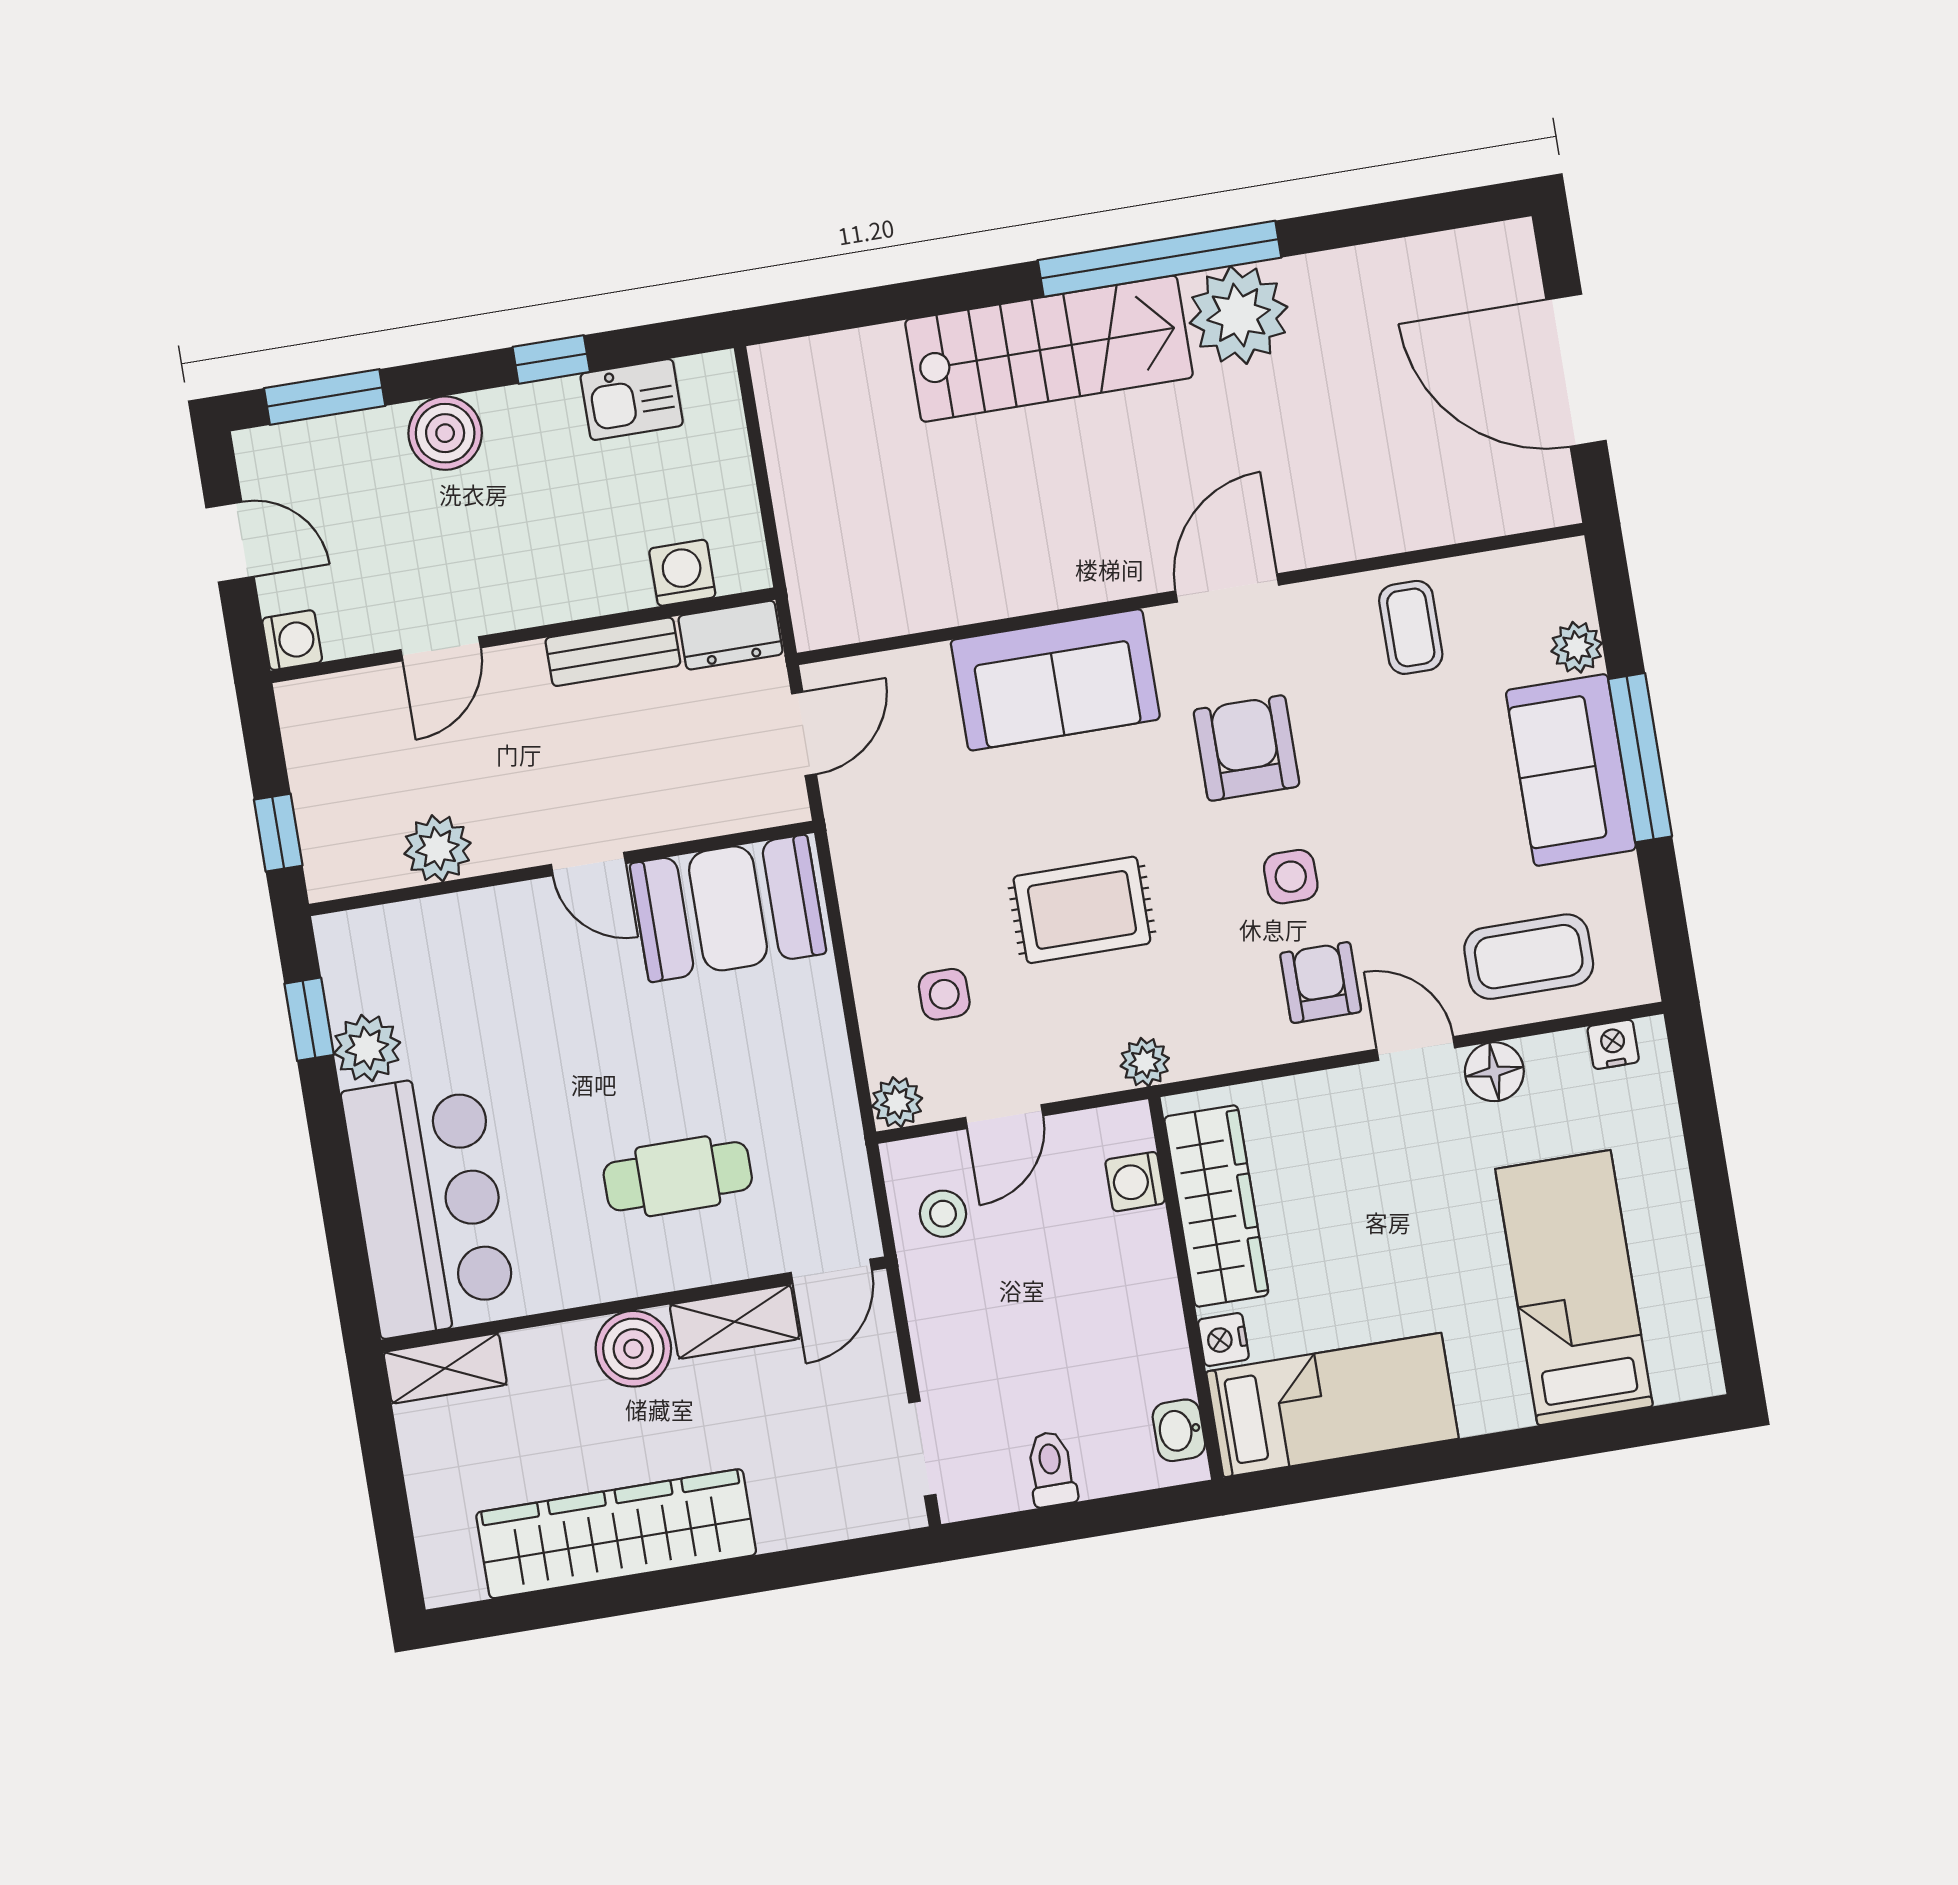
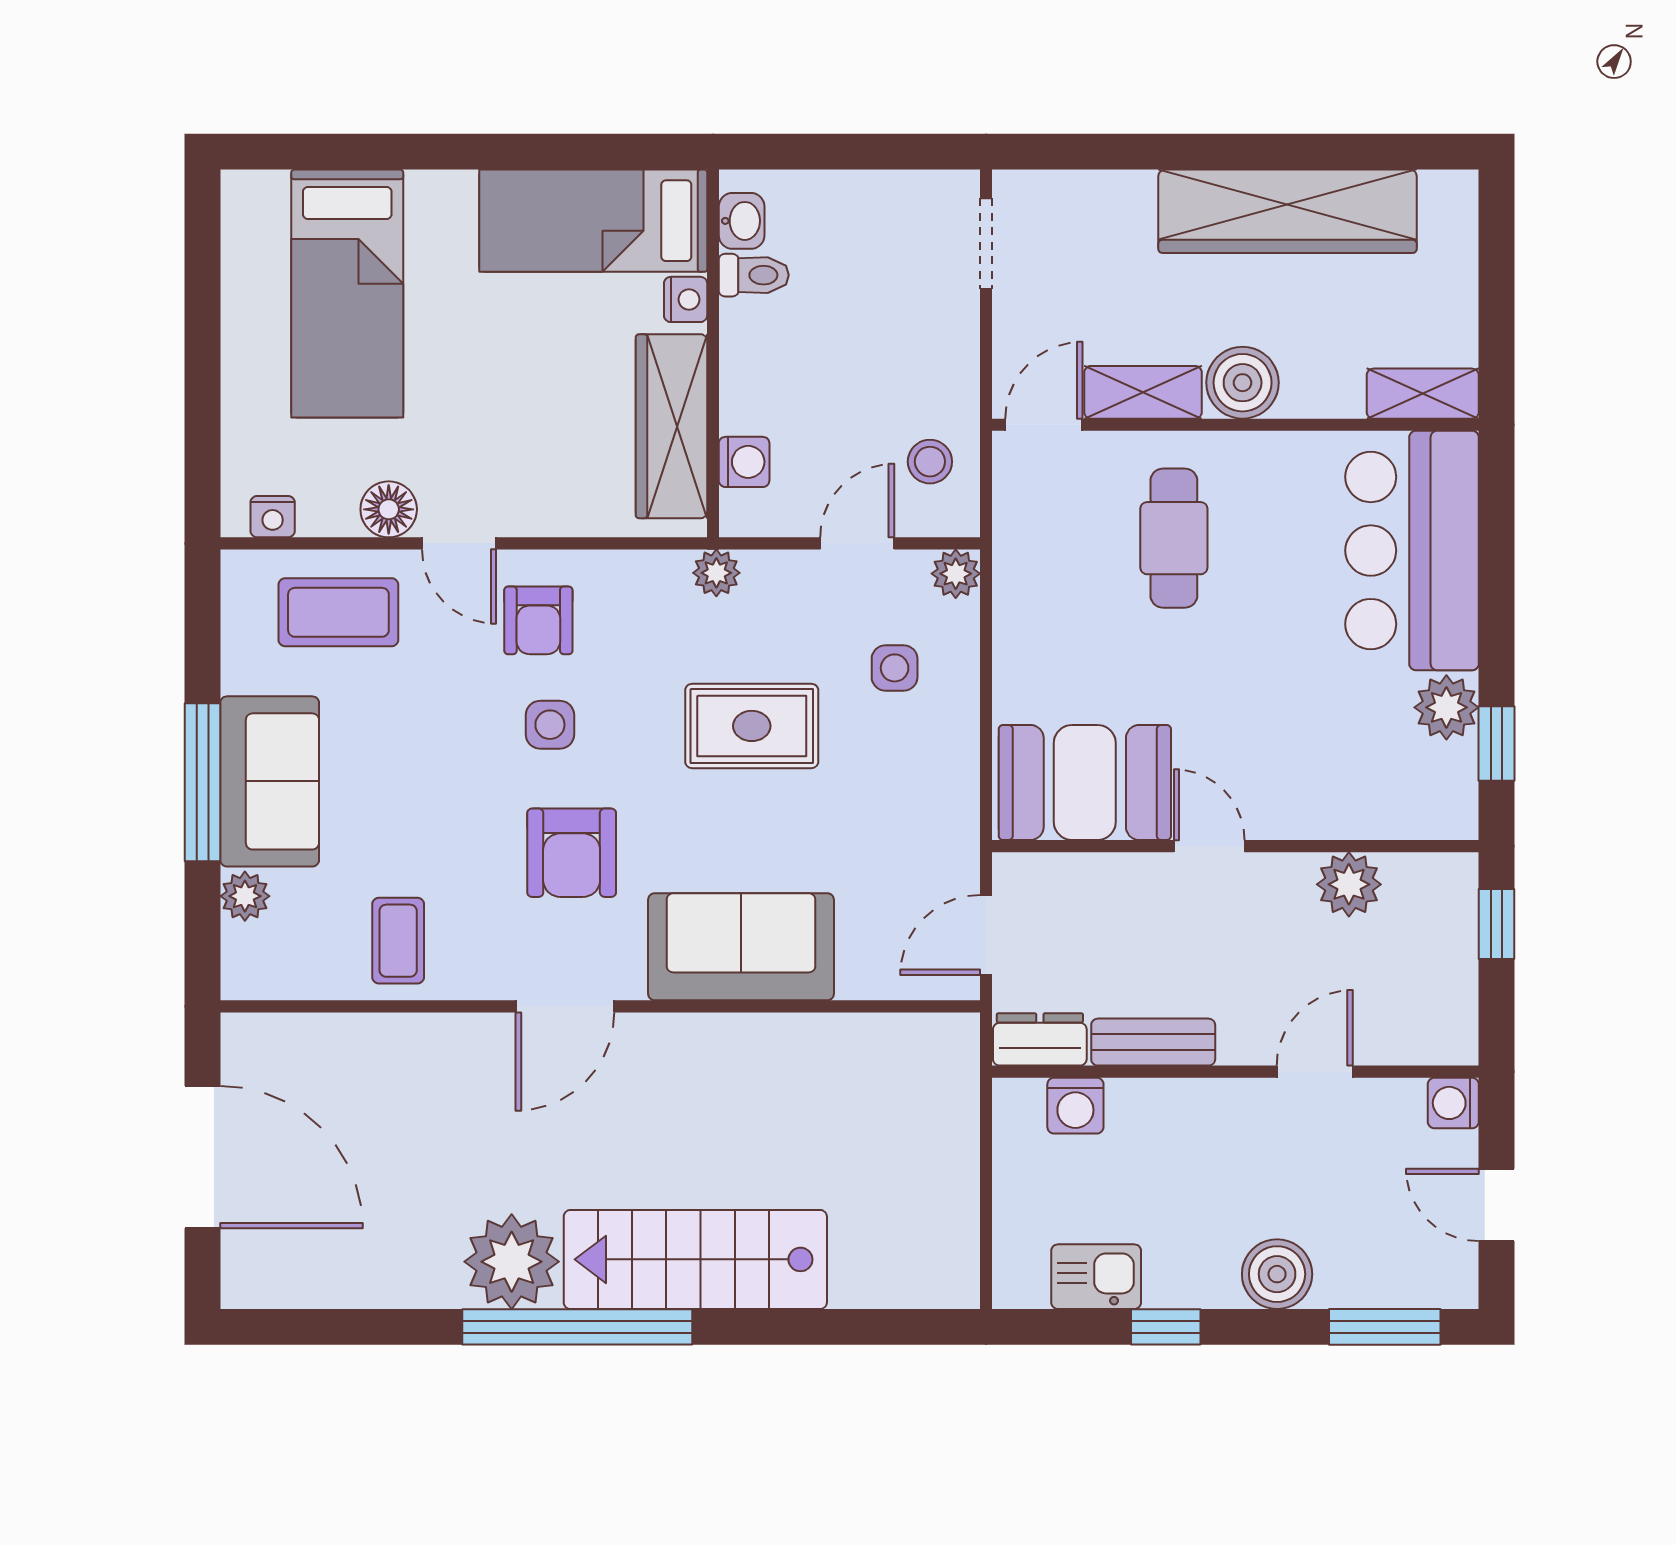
cafe table: (678, 1176) -> (1174, 538), turned 90
toilet: (1051, 1469) -> (754, 275), moved, turned -90

